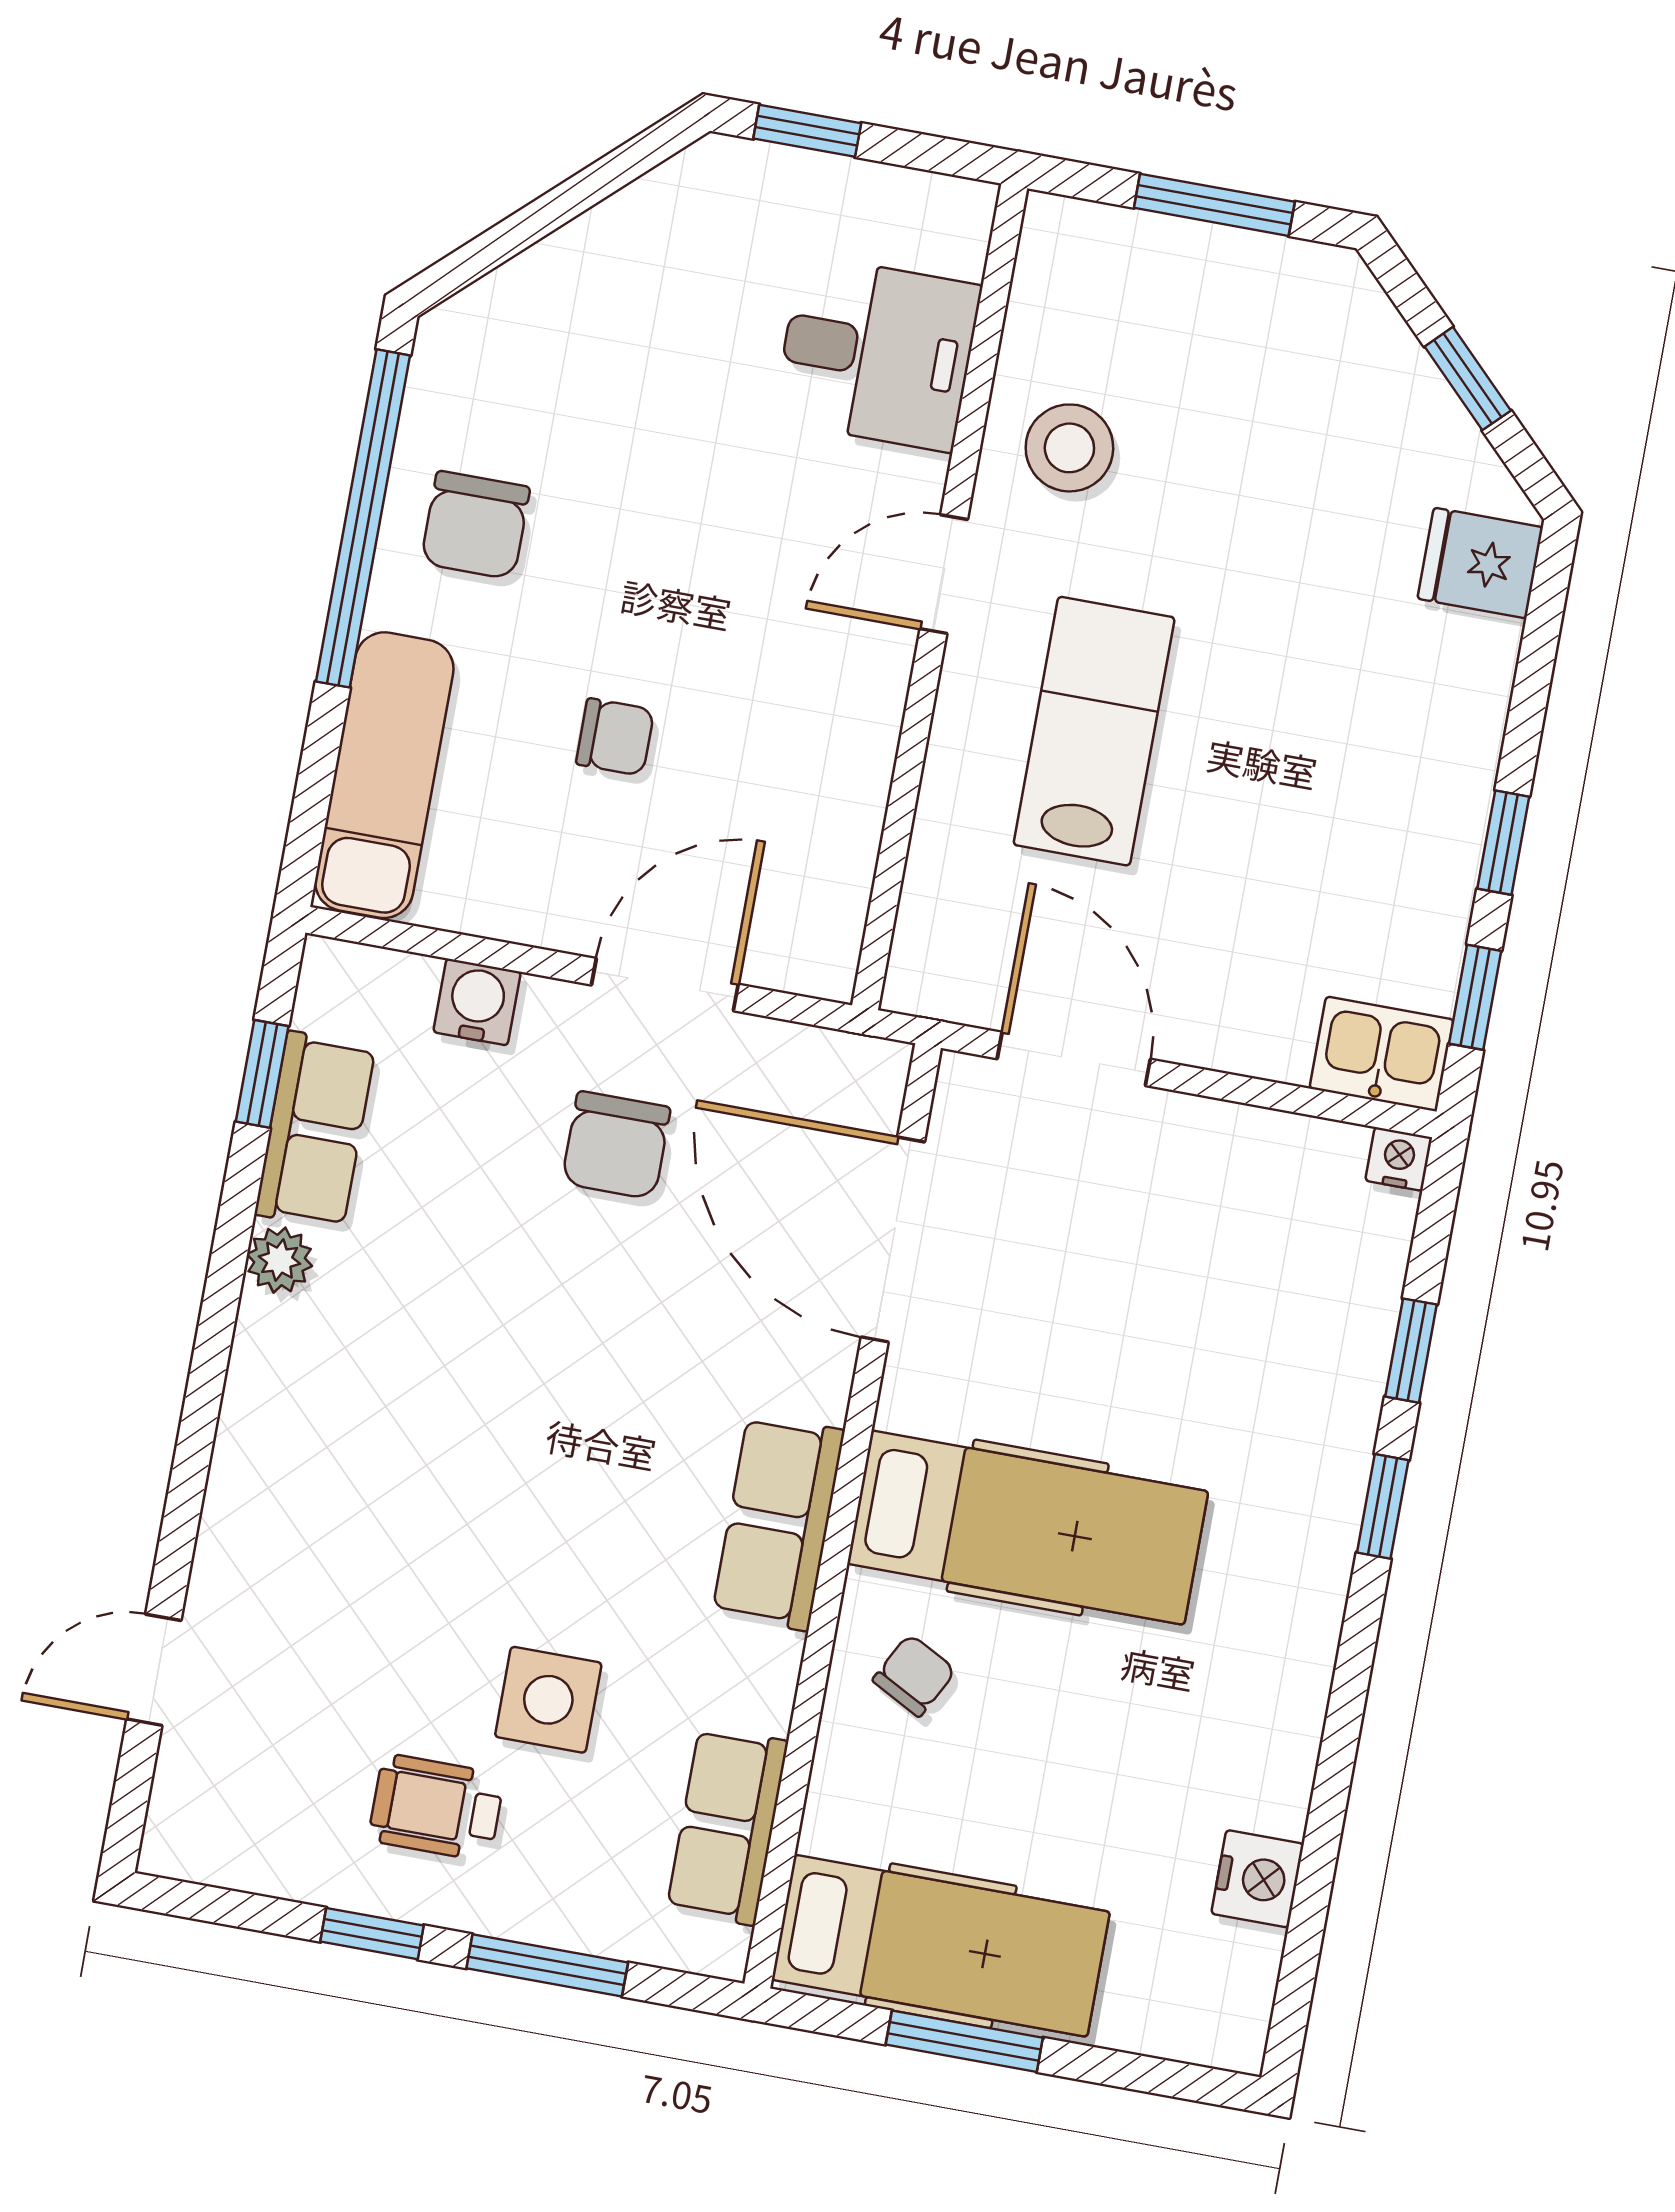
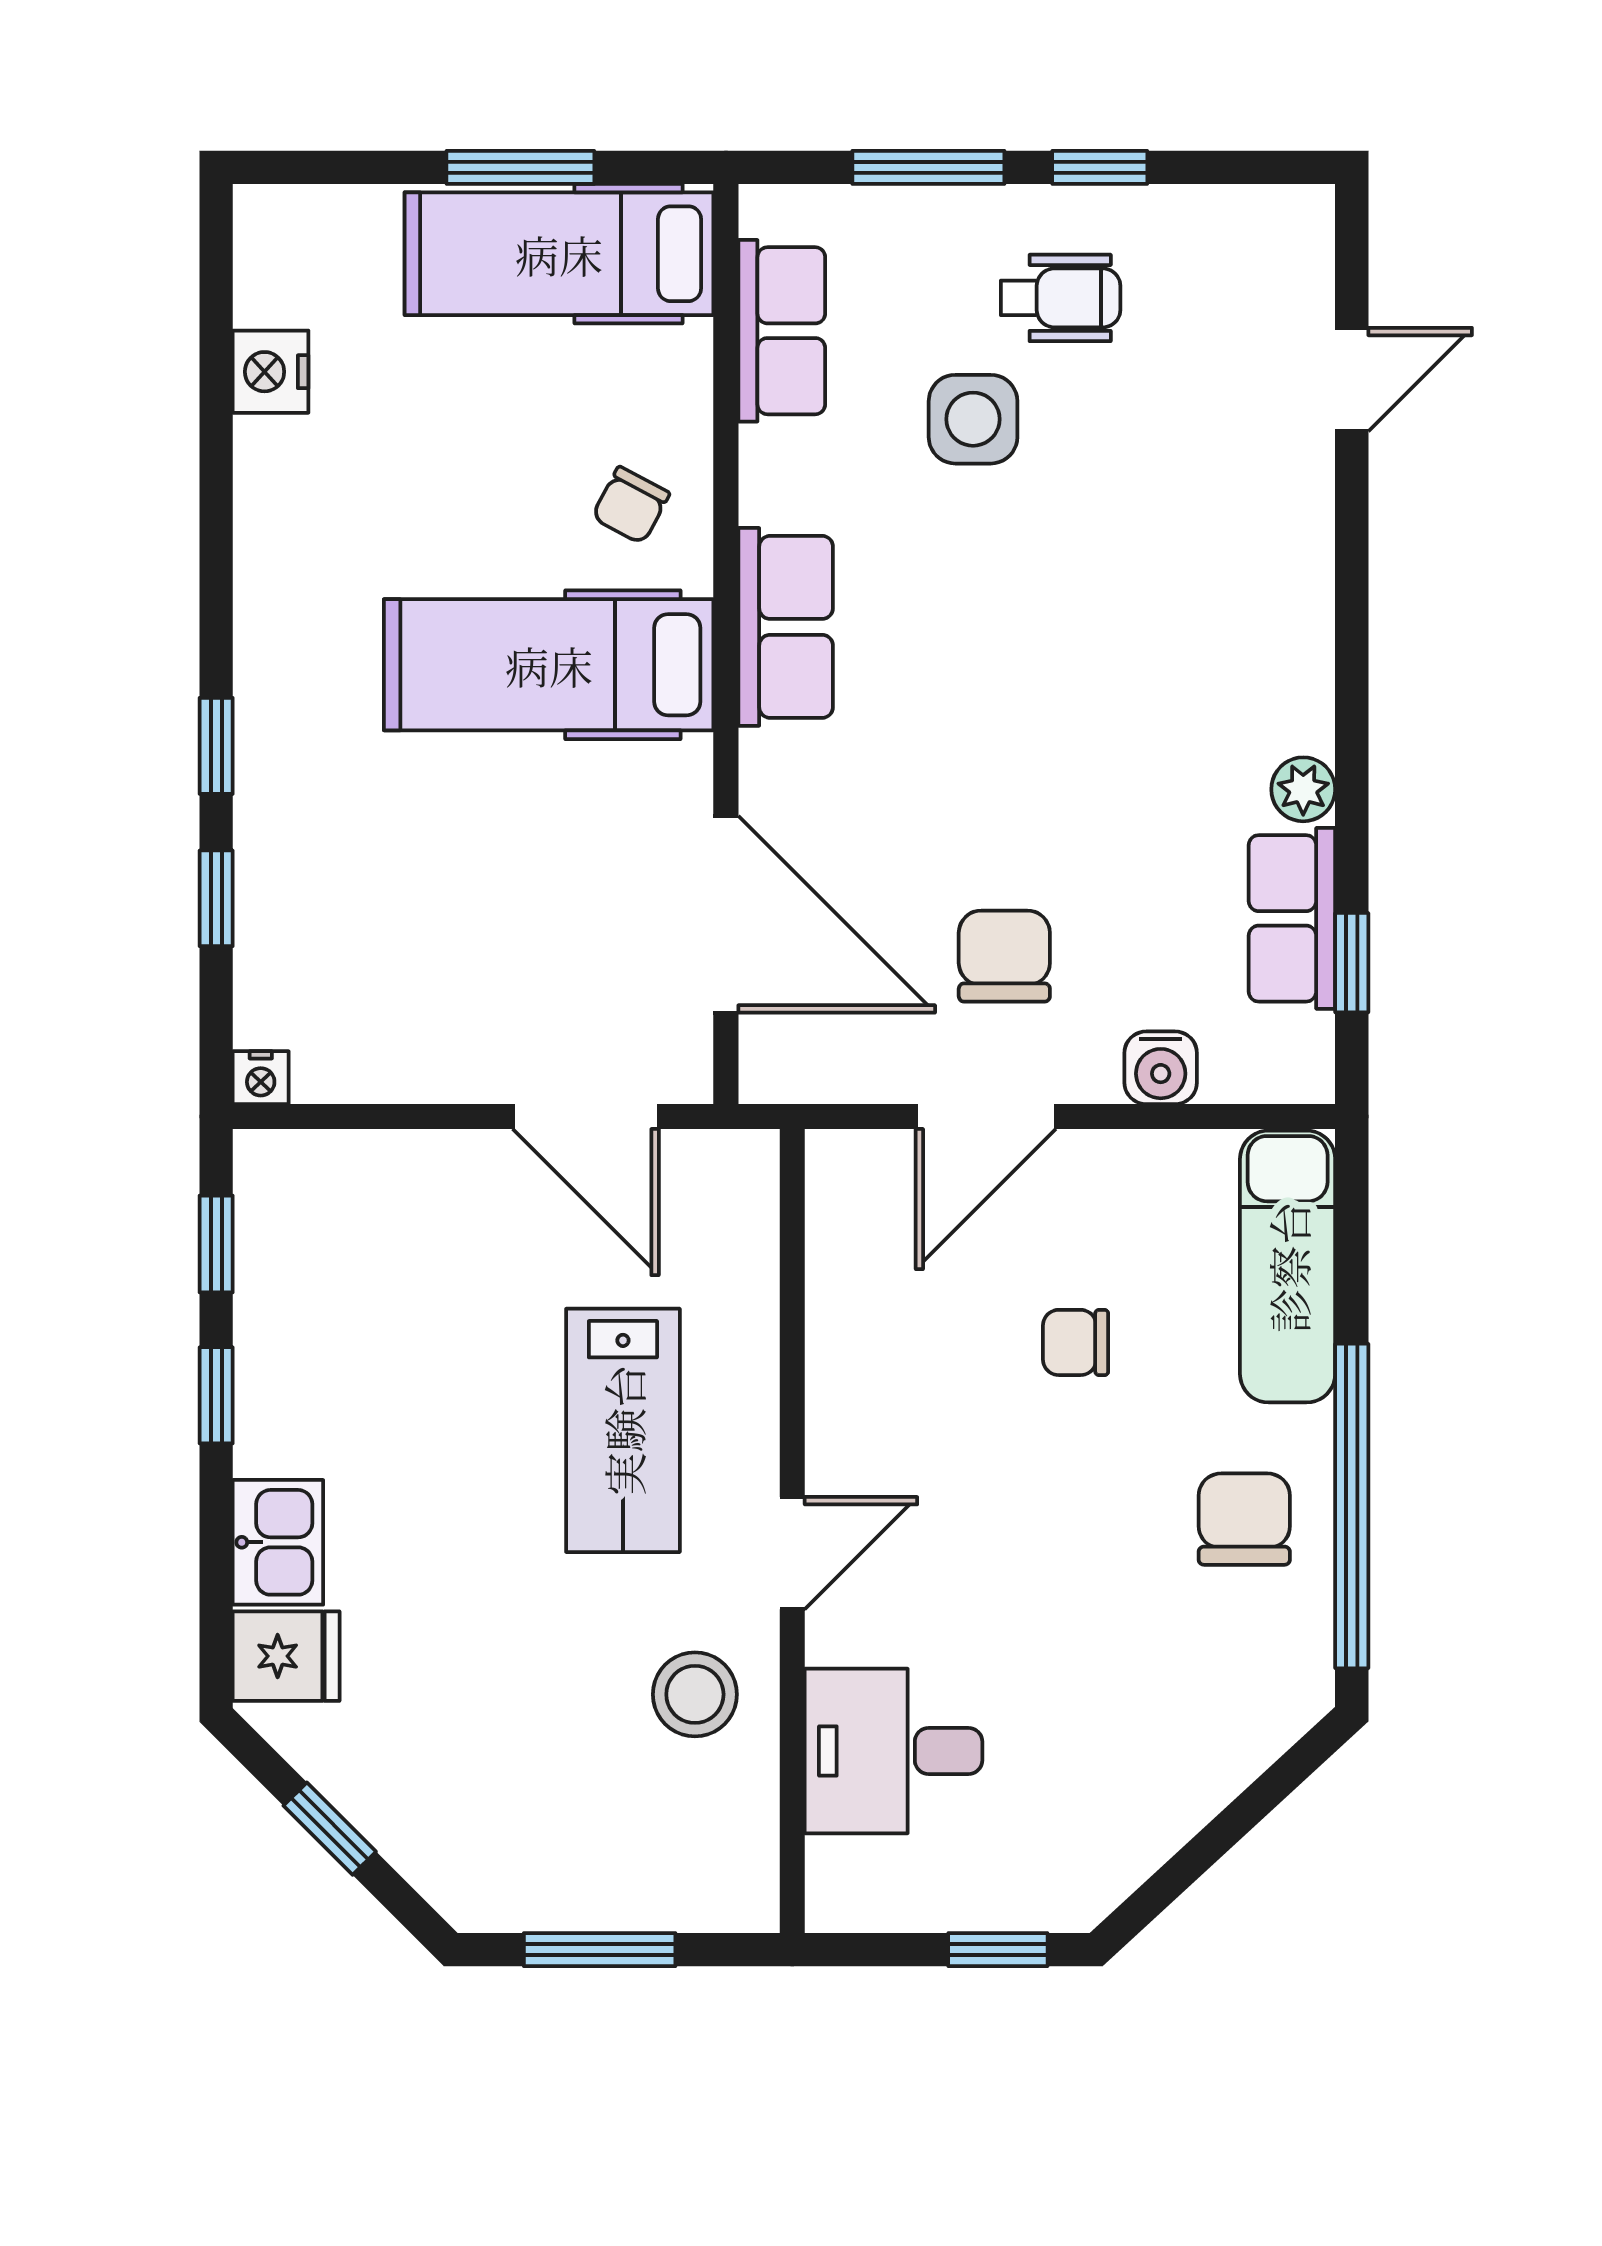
kitchen sink: (1382, 1054) -> (278, 1542), moved, turned -90

